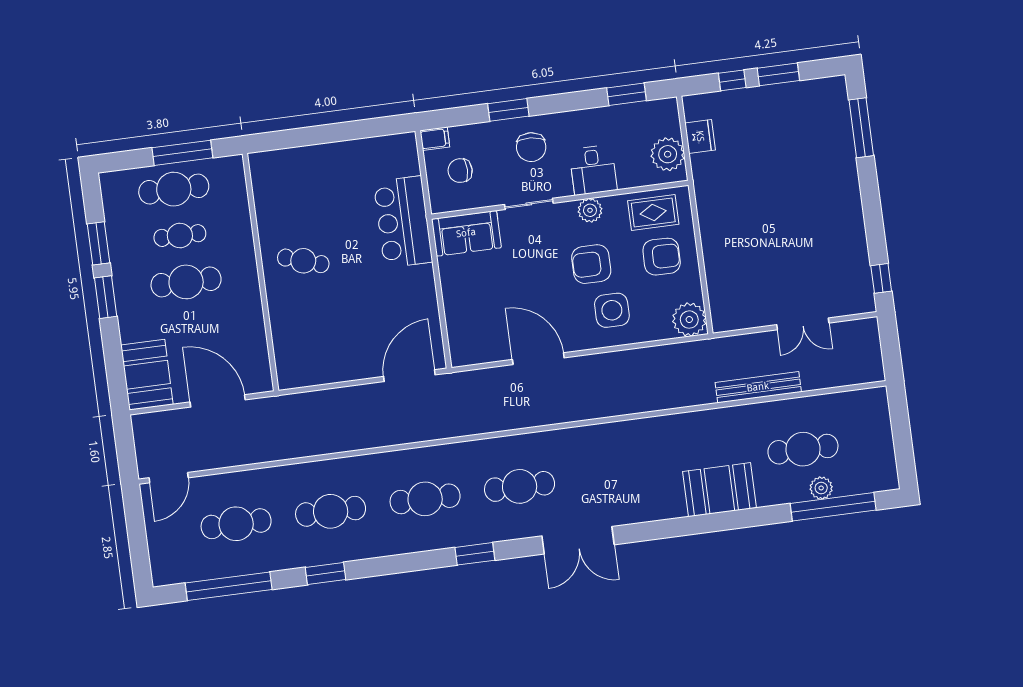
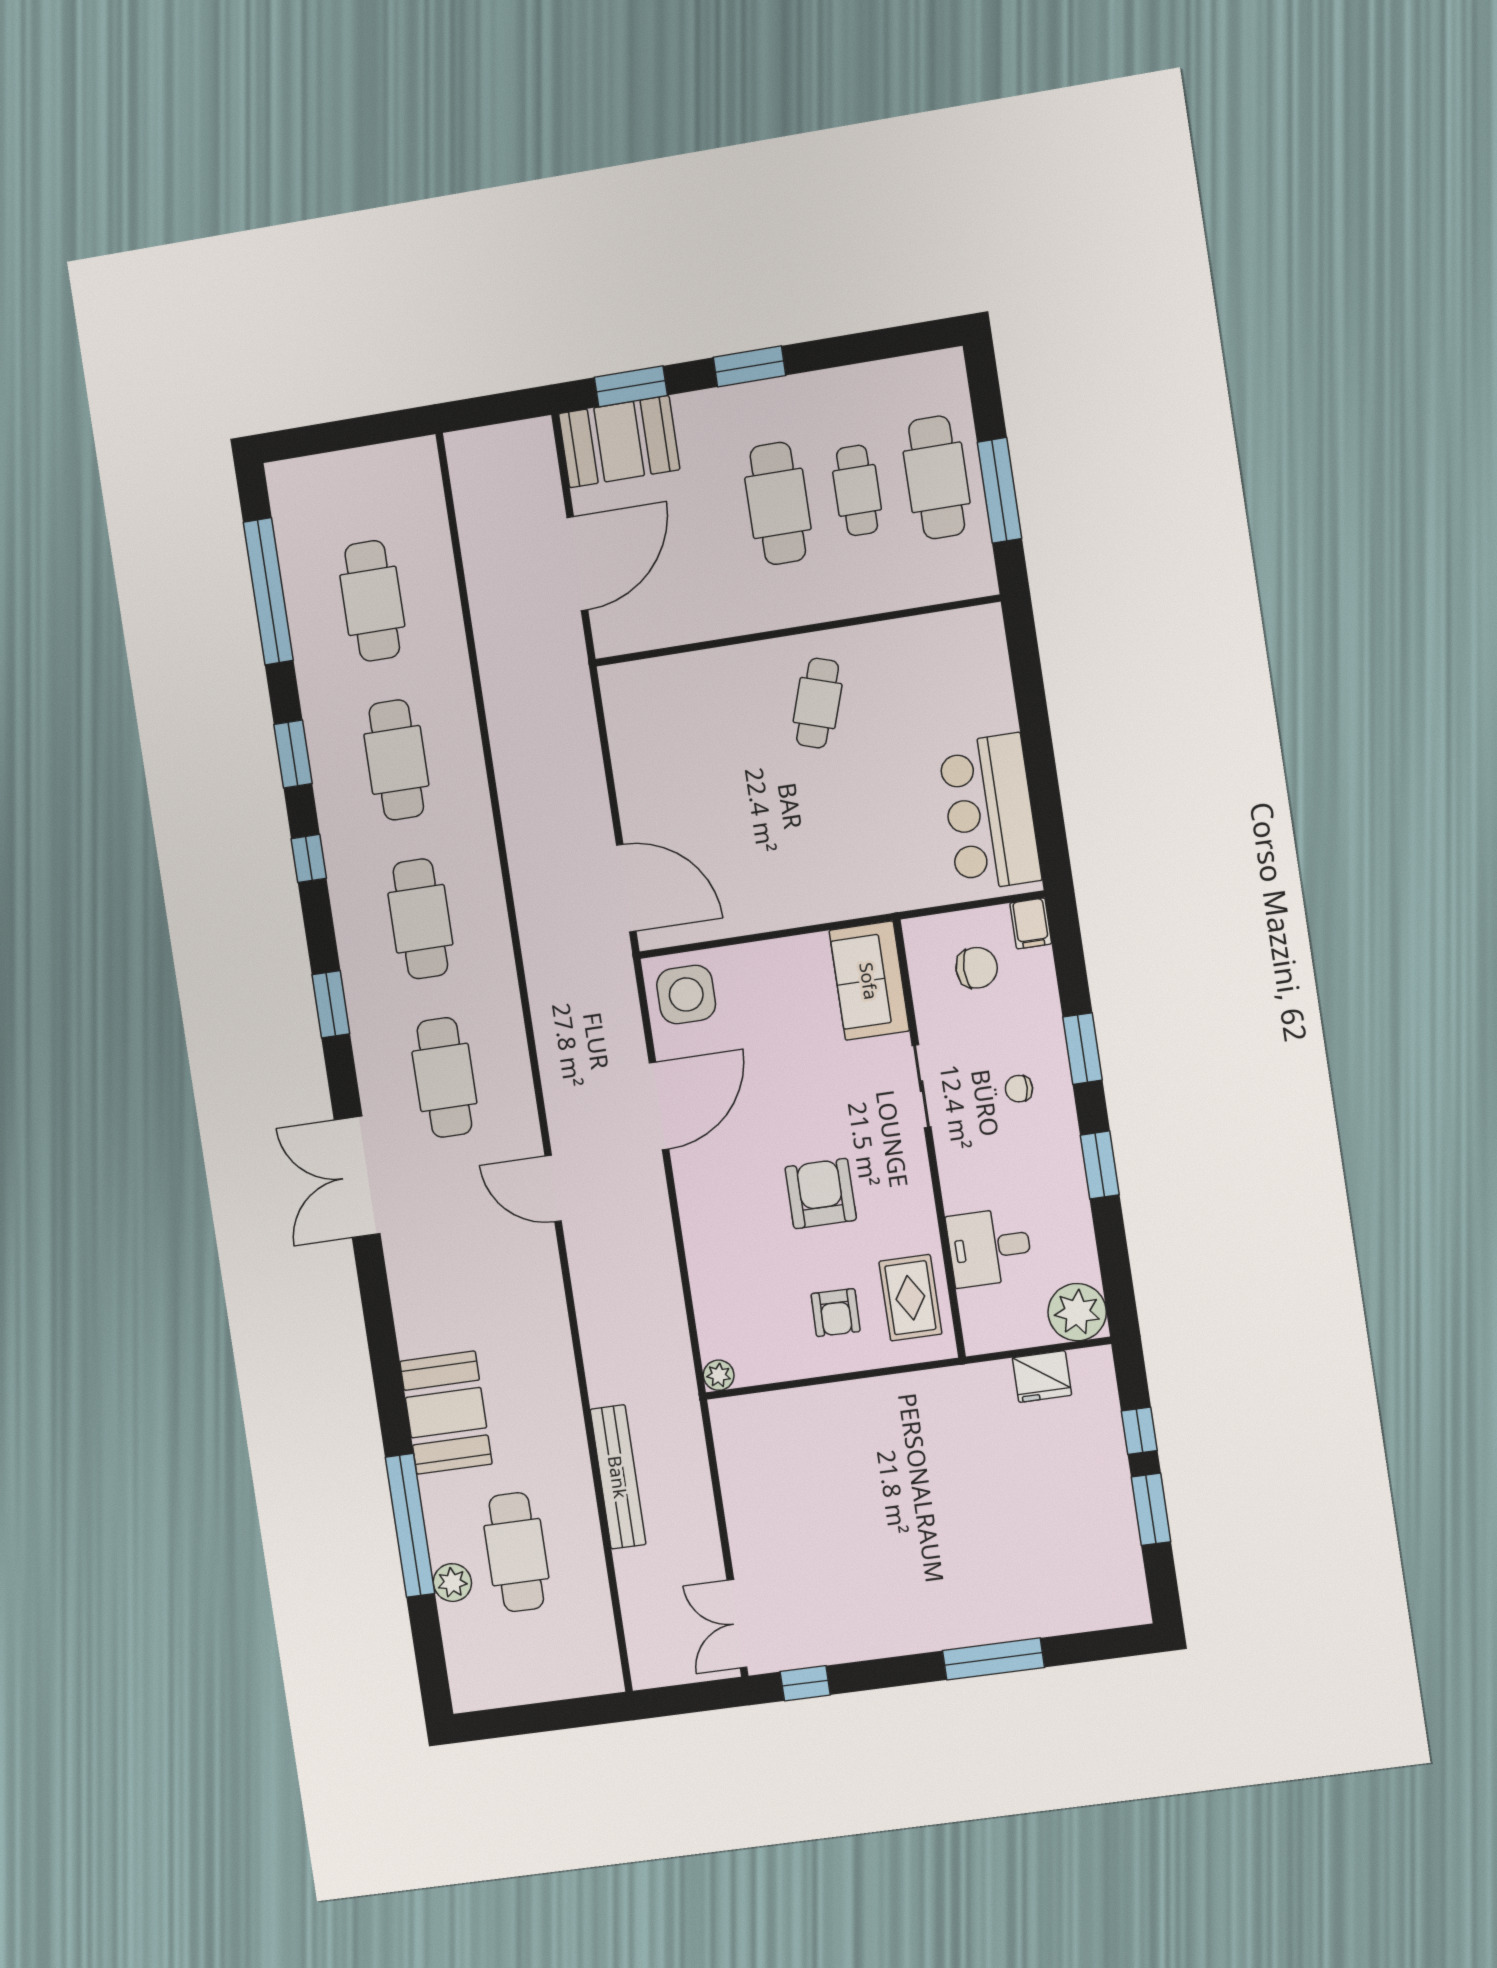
window: (626, 94) -> (1100, 1165), moved
window: (861, 128) -> (993, 1659), moved
chair: (531, 147) -> (1019, 1089), width x0.54, depth x0.54
plant: (668, 154) -> (1077, 1312), moved
desk: (593, 170) -> (989, 1247), moved
chair: (460, 171) -> (977, 968), turned 90
plant: (590, 210) -> (912, 1190), removed
bar counter: (403, 222) -> (990, 812), moved, turned -90
window: (99, 243) -> (631, 386), moved
armchair: (662, 257) -> (836, 1313), width x0.72, depth x0.72
side table: (612, 310) -> (686, 994), moved
plant: (689, 320) -> (719, 1375), width x0.53, depth x0.53
double door: (803, 324) -> (737, 1624), moved
door: (169, 478) -> (553, 1188), moved
window: (833, 507) -> (410, 1525), moved
window: (388, 565) -> (309, 858), added

